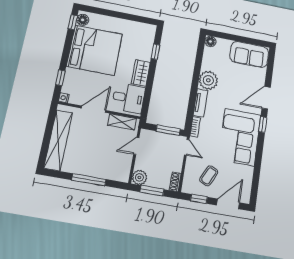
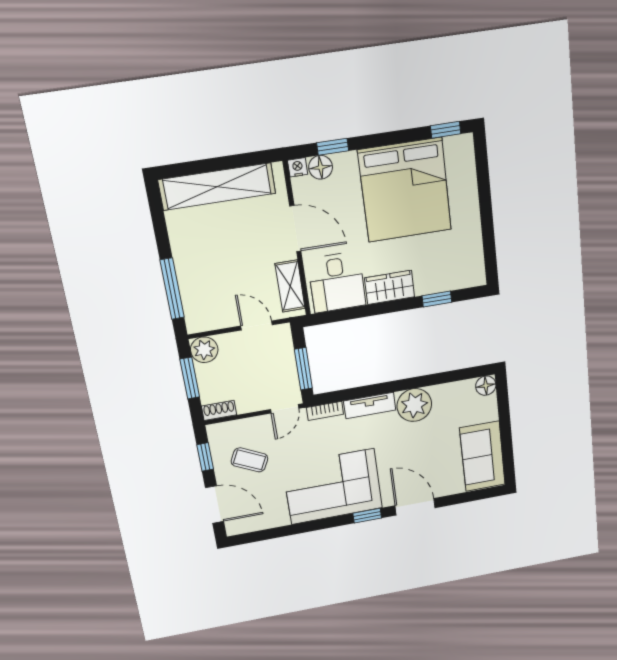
floor lamp: (83, 20) -> (321, 167), moved
window: (89, 180) -> (172, 289), moved

